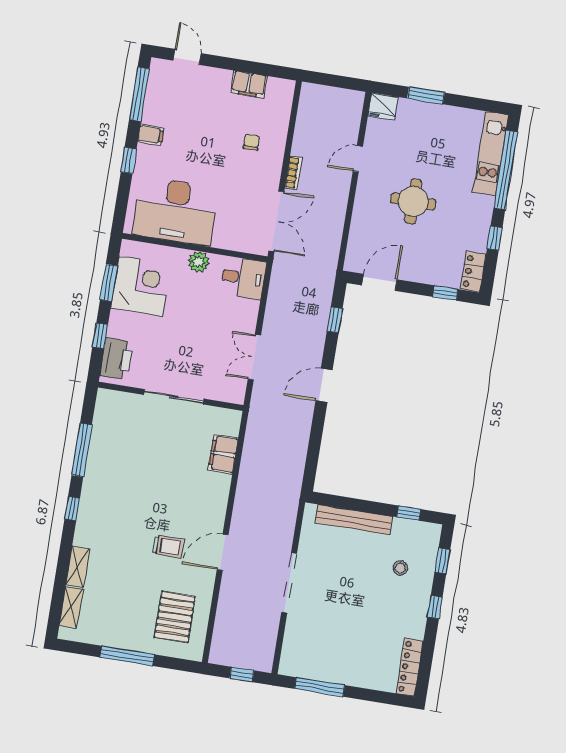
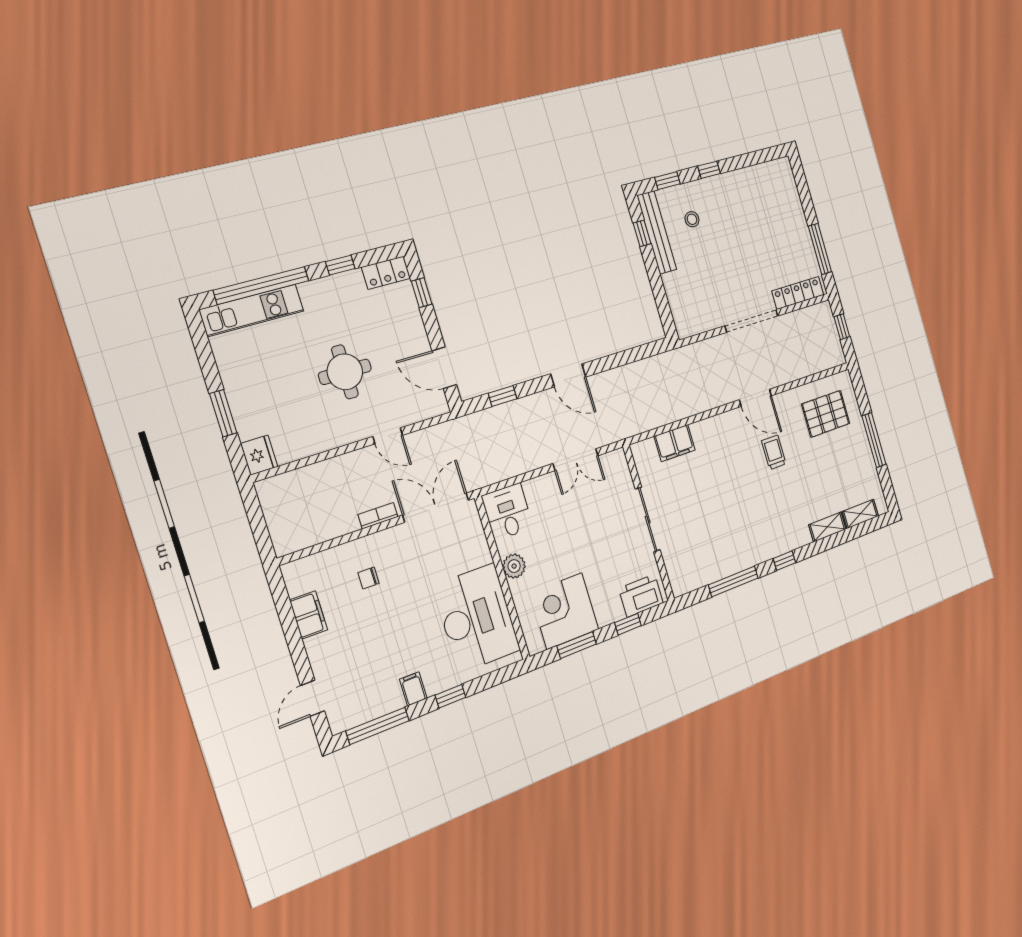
door: (358, 159) -> (388, 436), moved
bench: (354, 520) -> (657, 232), moved
locker: (410, 667) -> (798, 293), moved, turned 180

